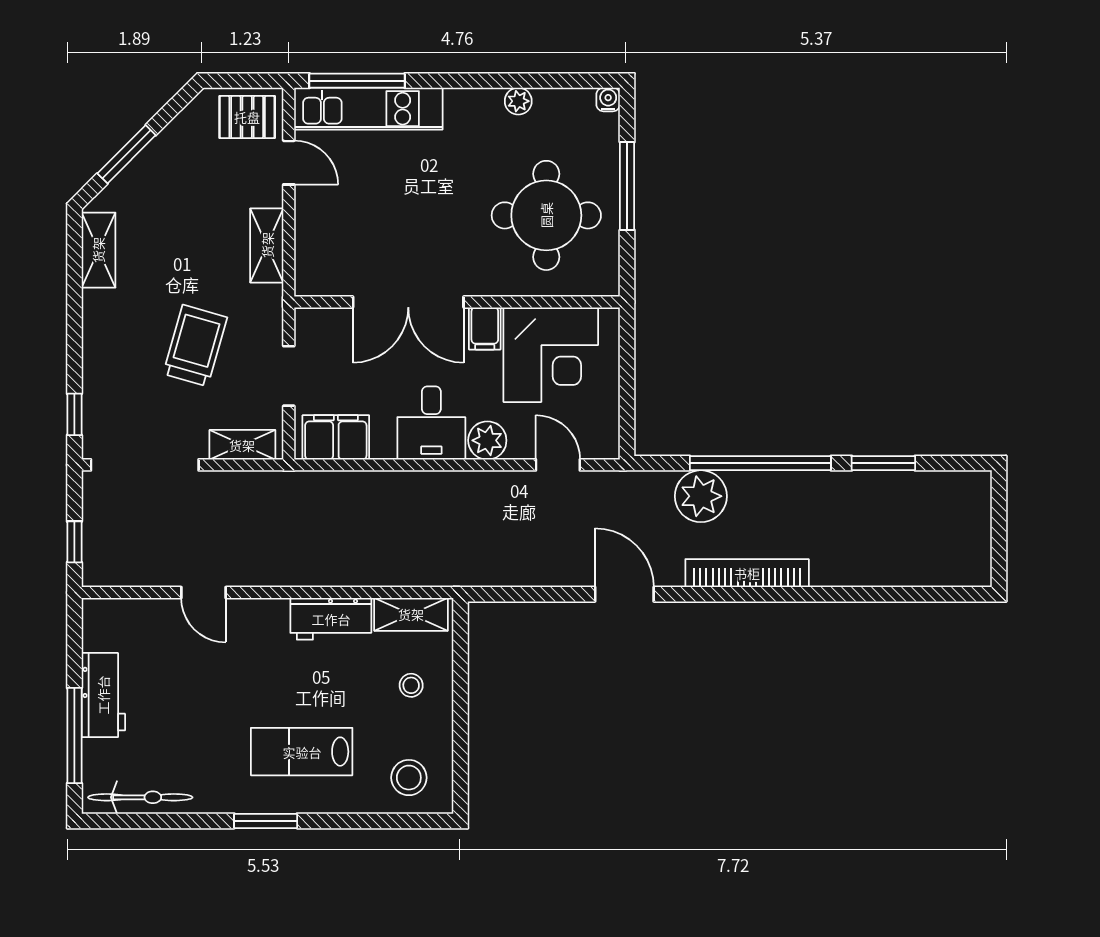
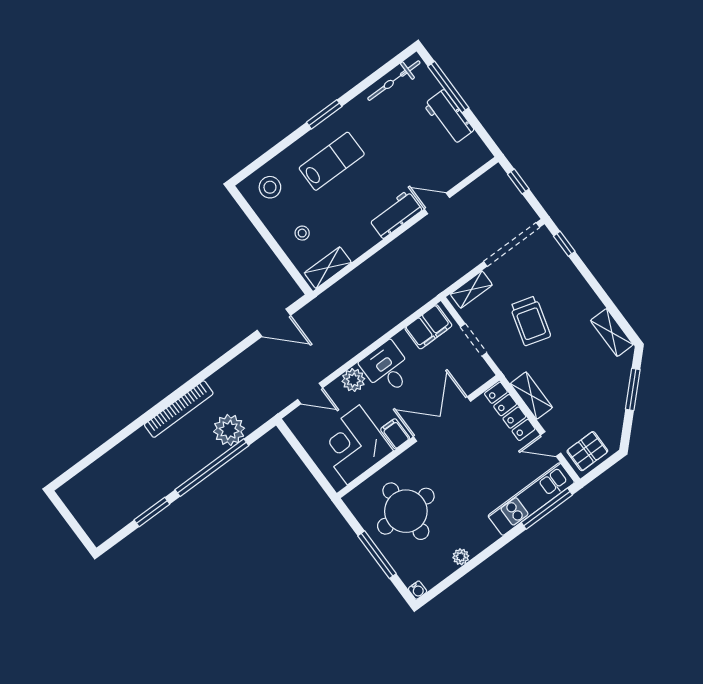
locker: (311, 246) -> (510, 411), added
door: (624, 594) -> (274, 323), moved
workbench: (331, 619) -> (395, 214), moved

